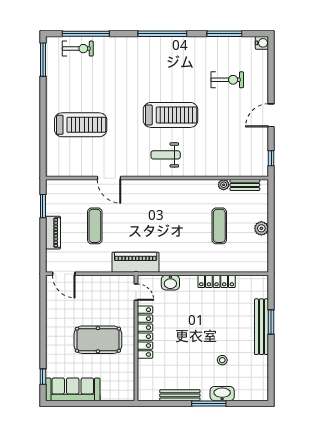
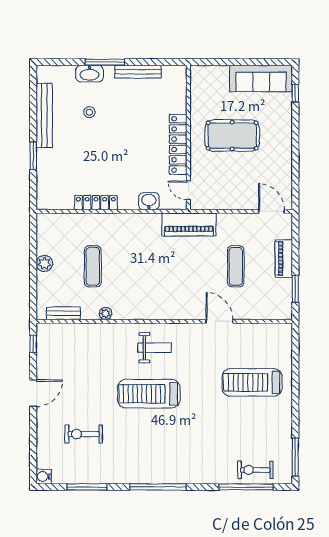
plant: (224, 185) -> (105, 314), moved
bench: (262, 327) -> (44, 116), moved

